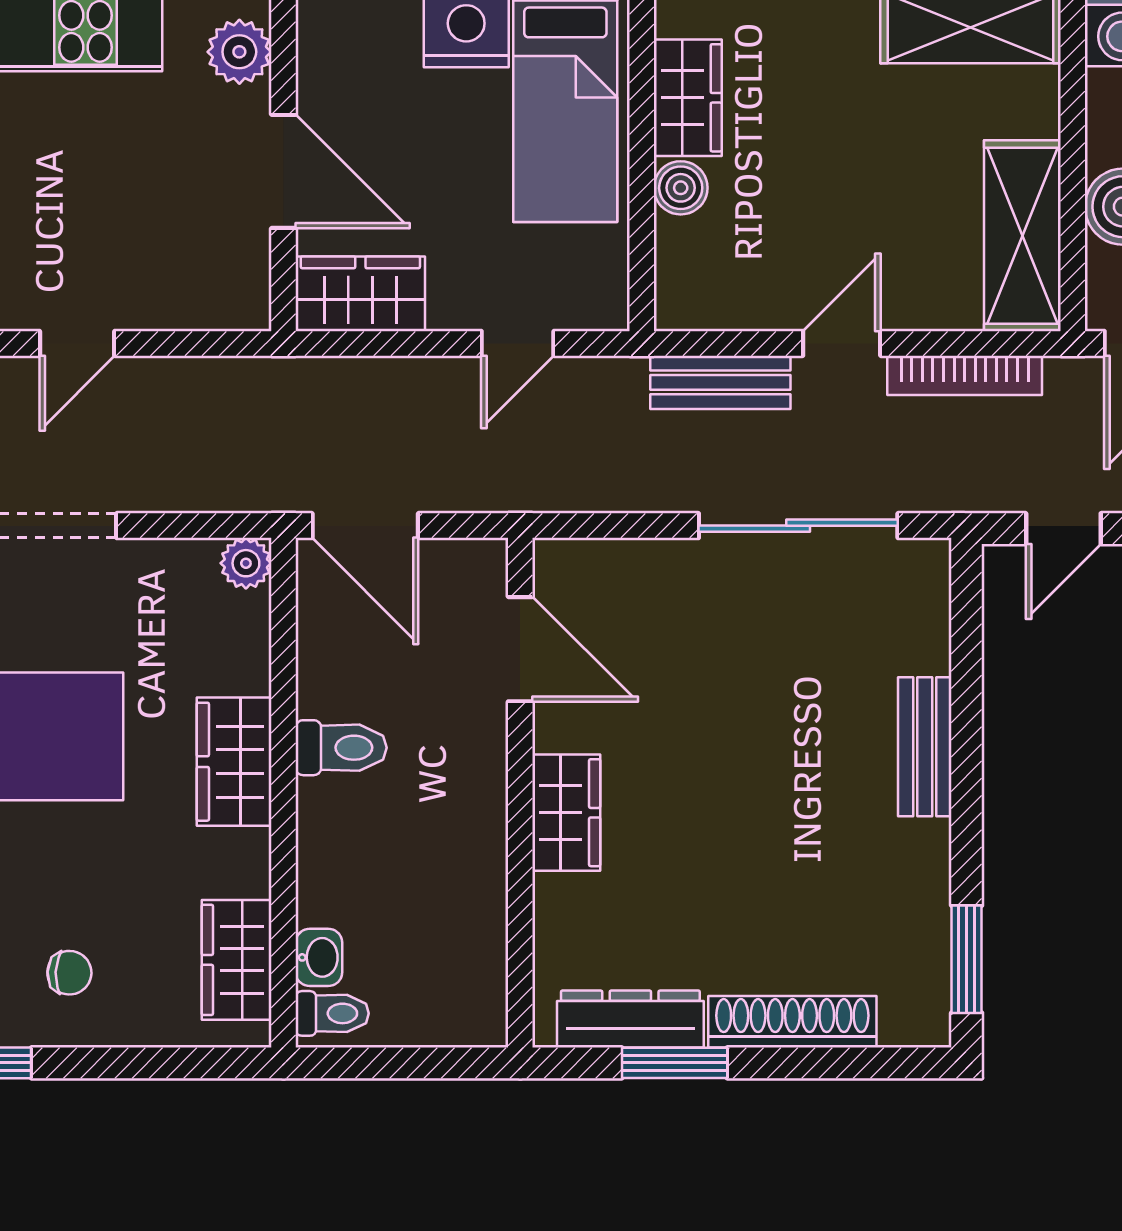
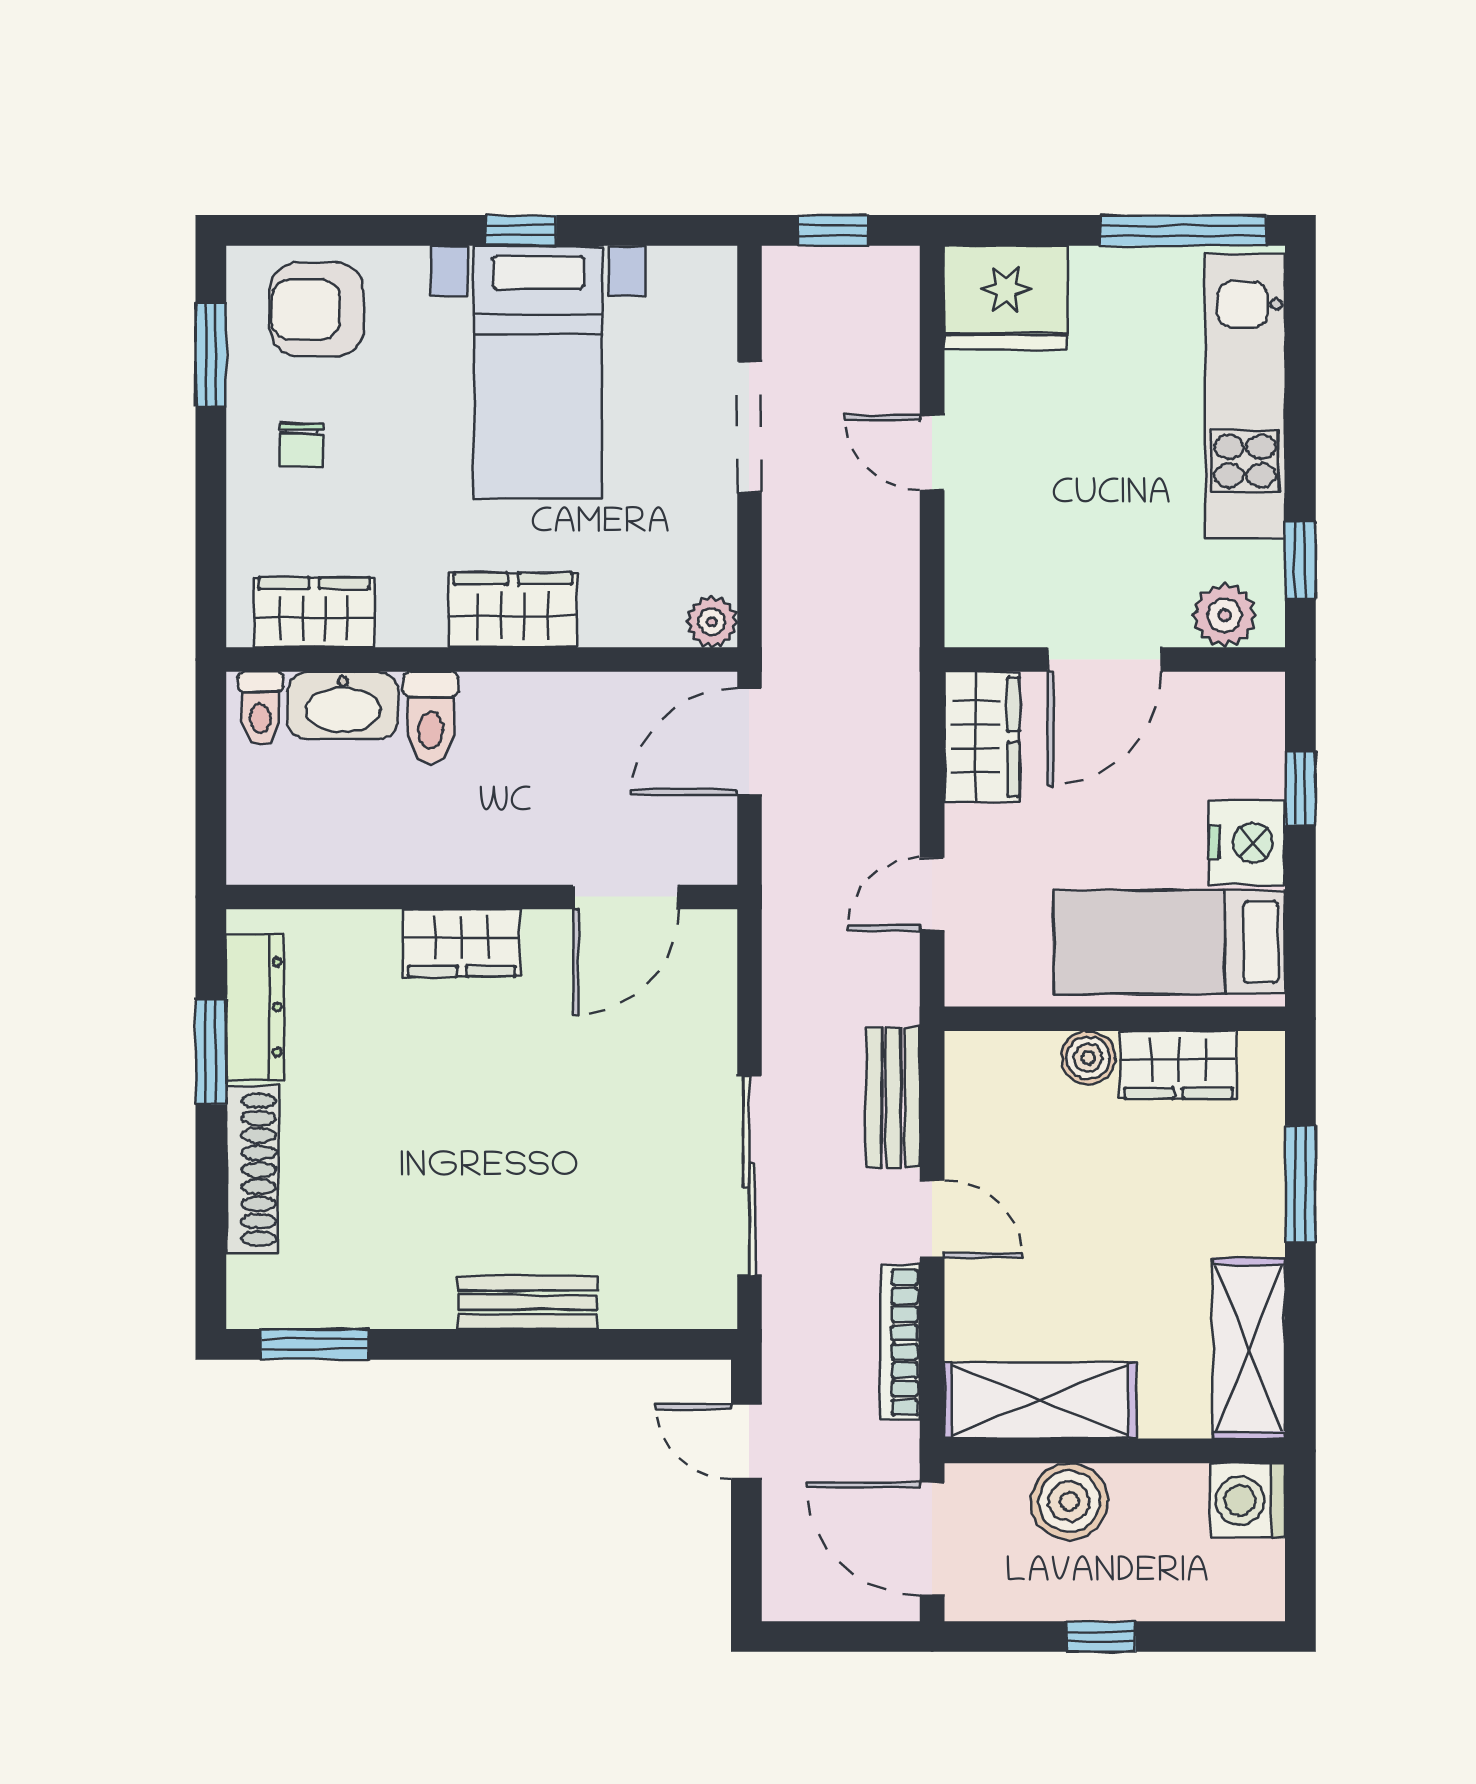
door: (518, 343) -> (932, 894), hinge flipped
toilet: (341, 748) -> (431, 717), moved
washbasin: (319, 957) -> (343, 705), width x1.91, depth x1.45

